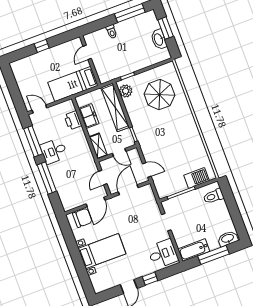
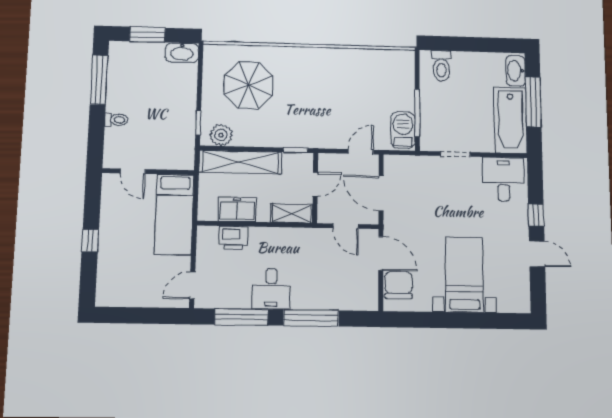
washbasin: (159, 39) -> (182, 53), moved
barbecue: (196, 178) -> (403, 130), moved
bathtub: (194, 250) -> (511, 120), width x1.36, depth x1.36

